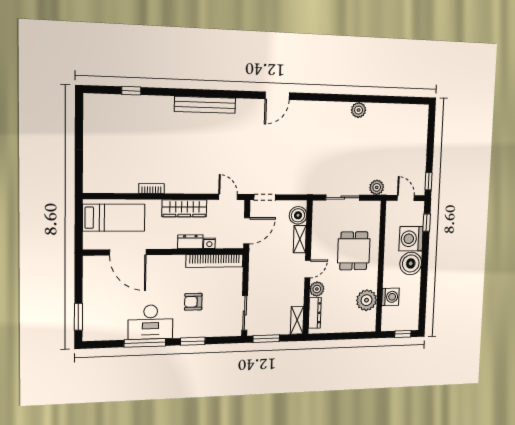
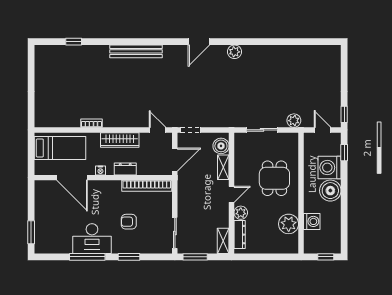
plant: (359, 110) -> (235, 52), moved
nightstand: (209, 243) -> (100, 170), moved

